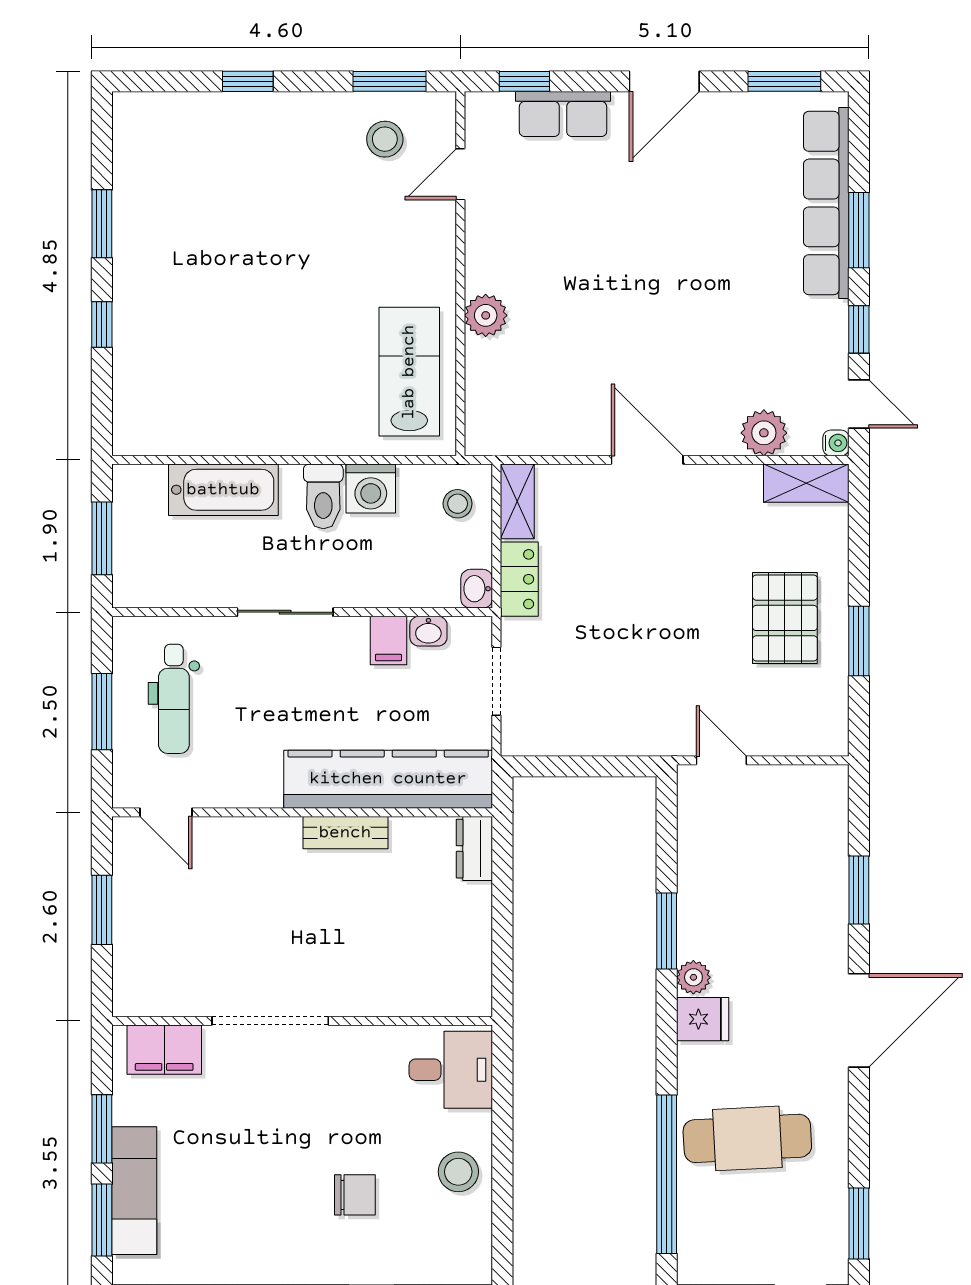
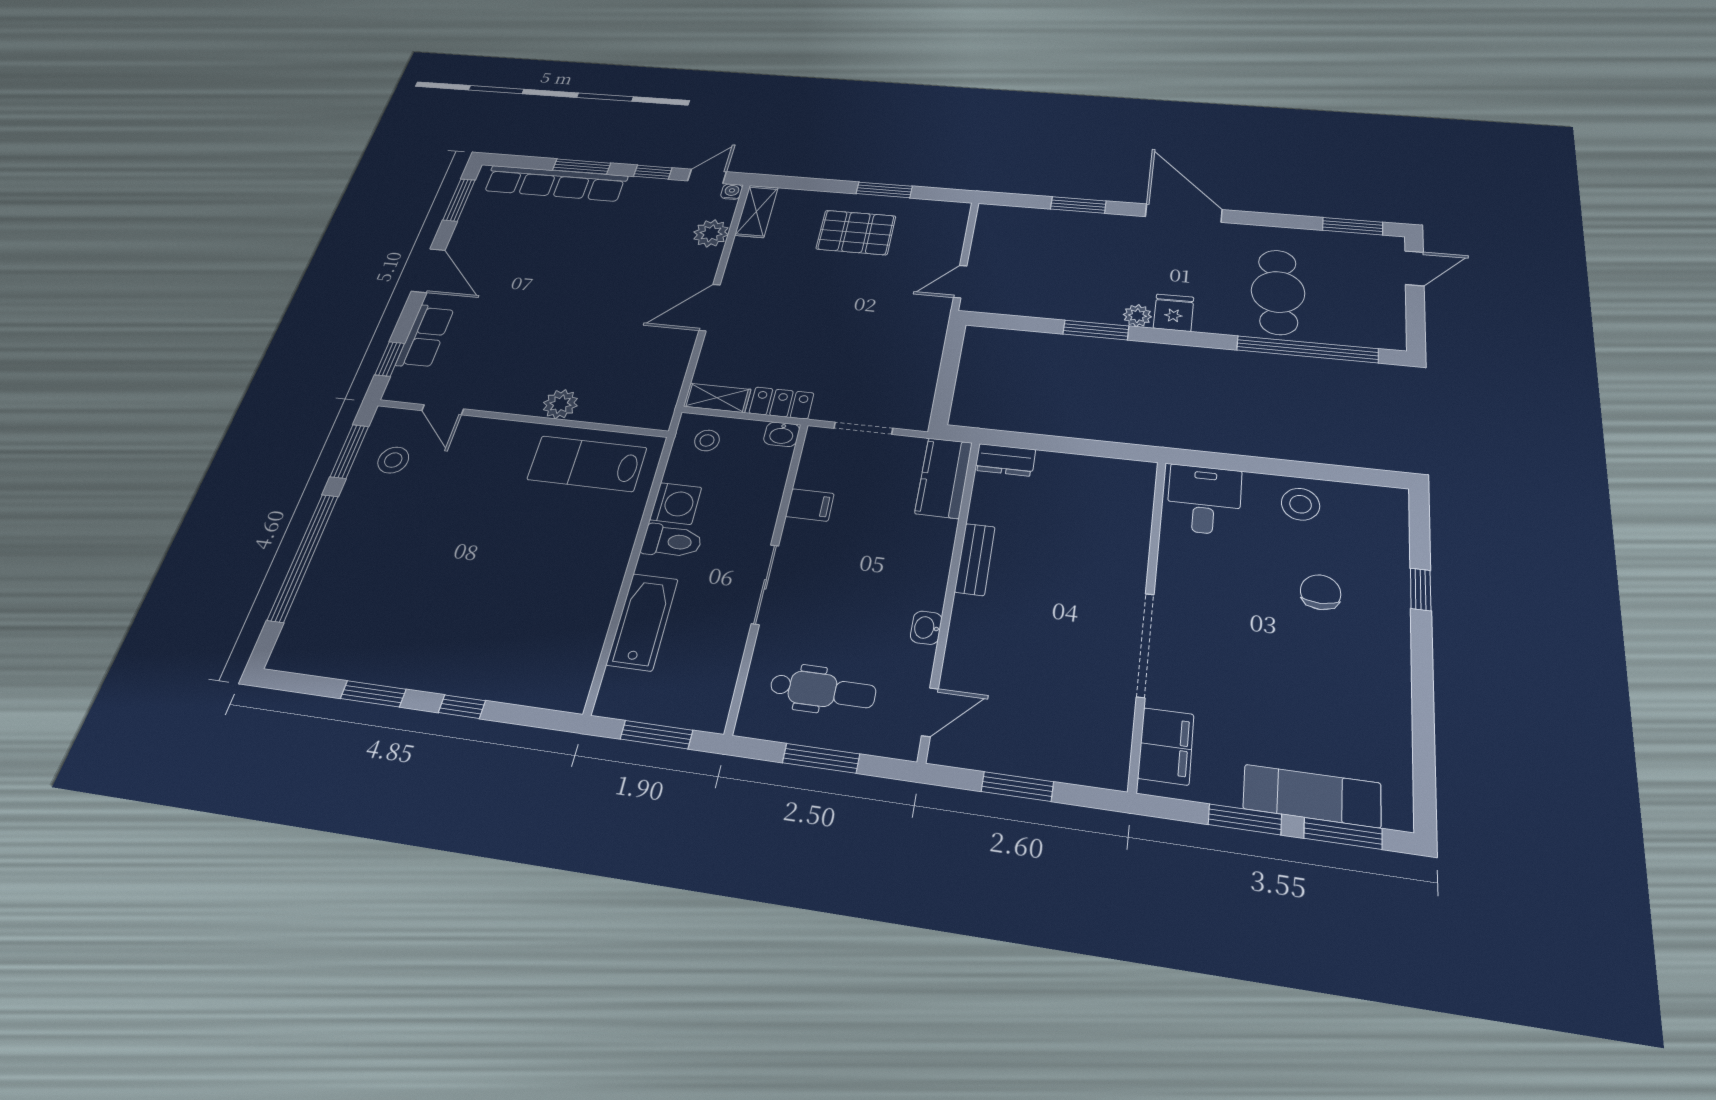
window: (248, 81) -> (303, 557), width x3.17
washbasin: (428, 631) -> (926, 628), moved, turned 180
kitchen counter: (388, 779) -> (944, 478), width x0.48, depth x0.86

